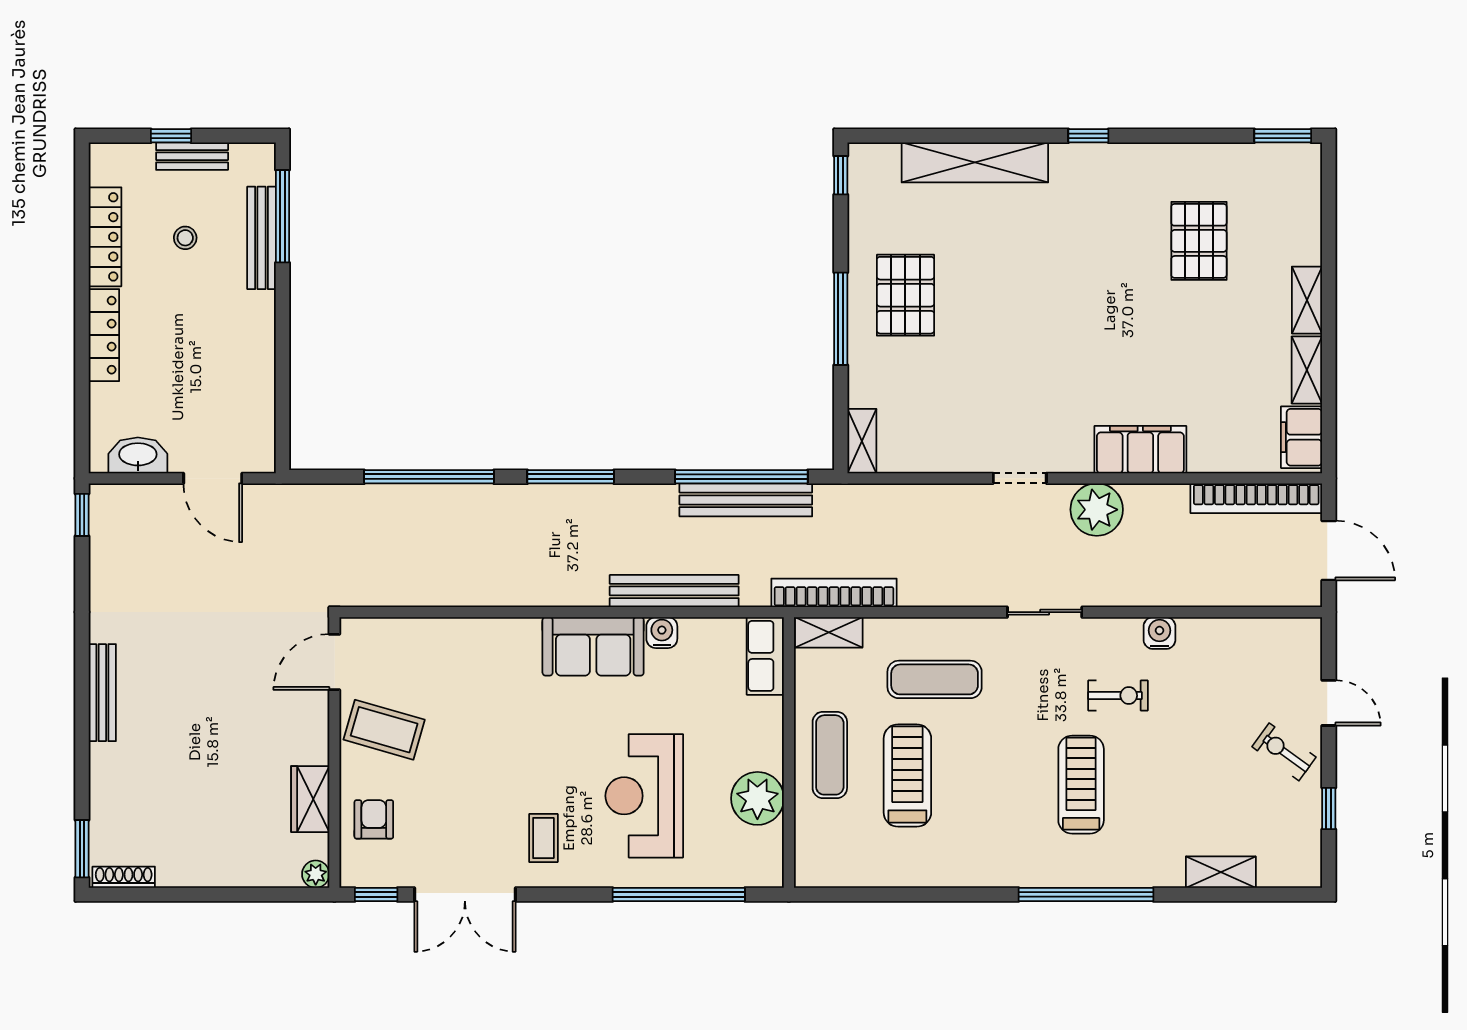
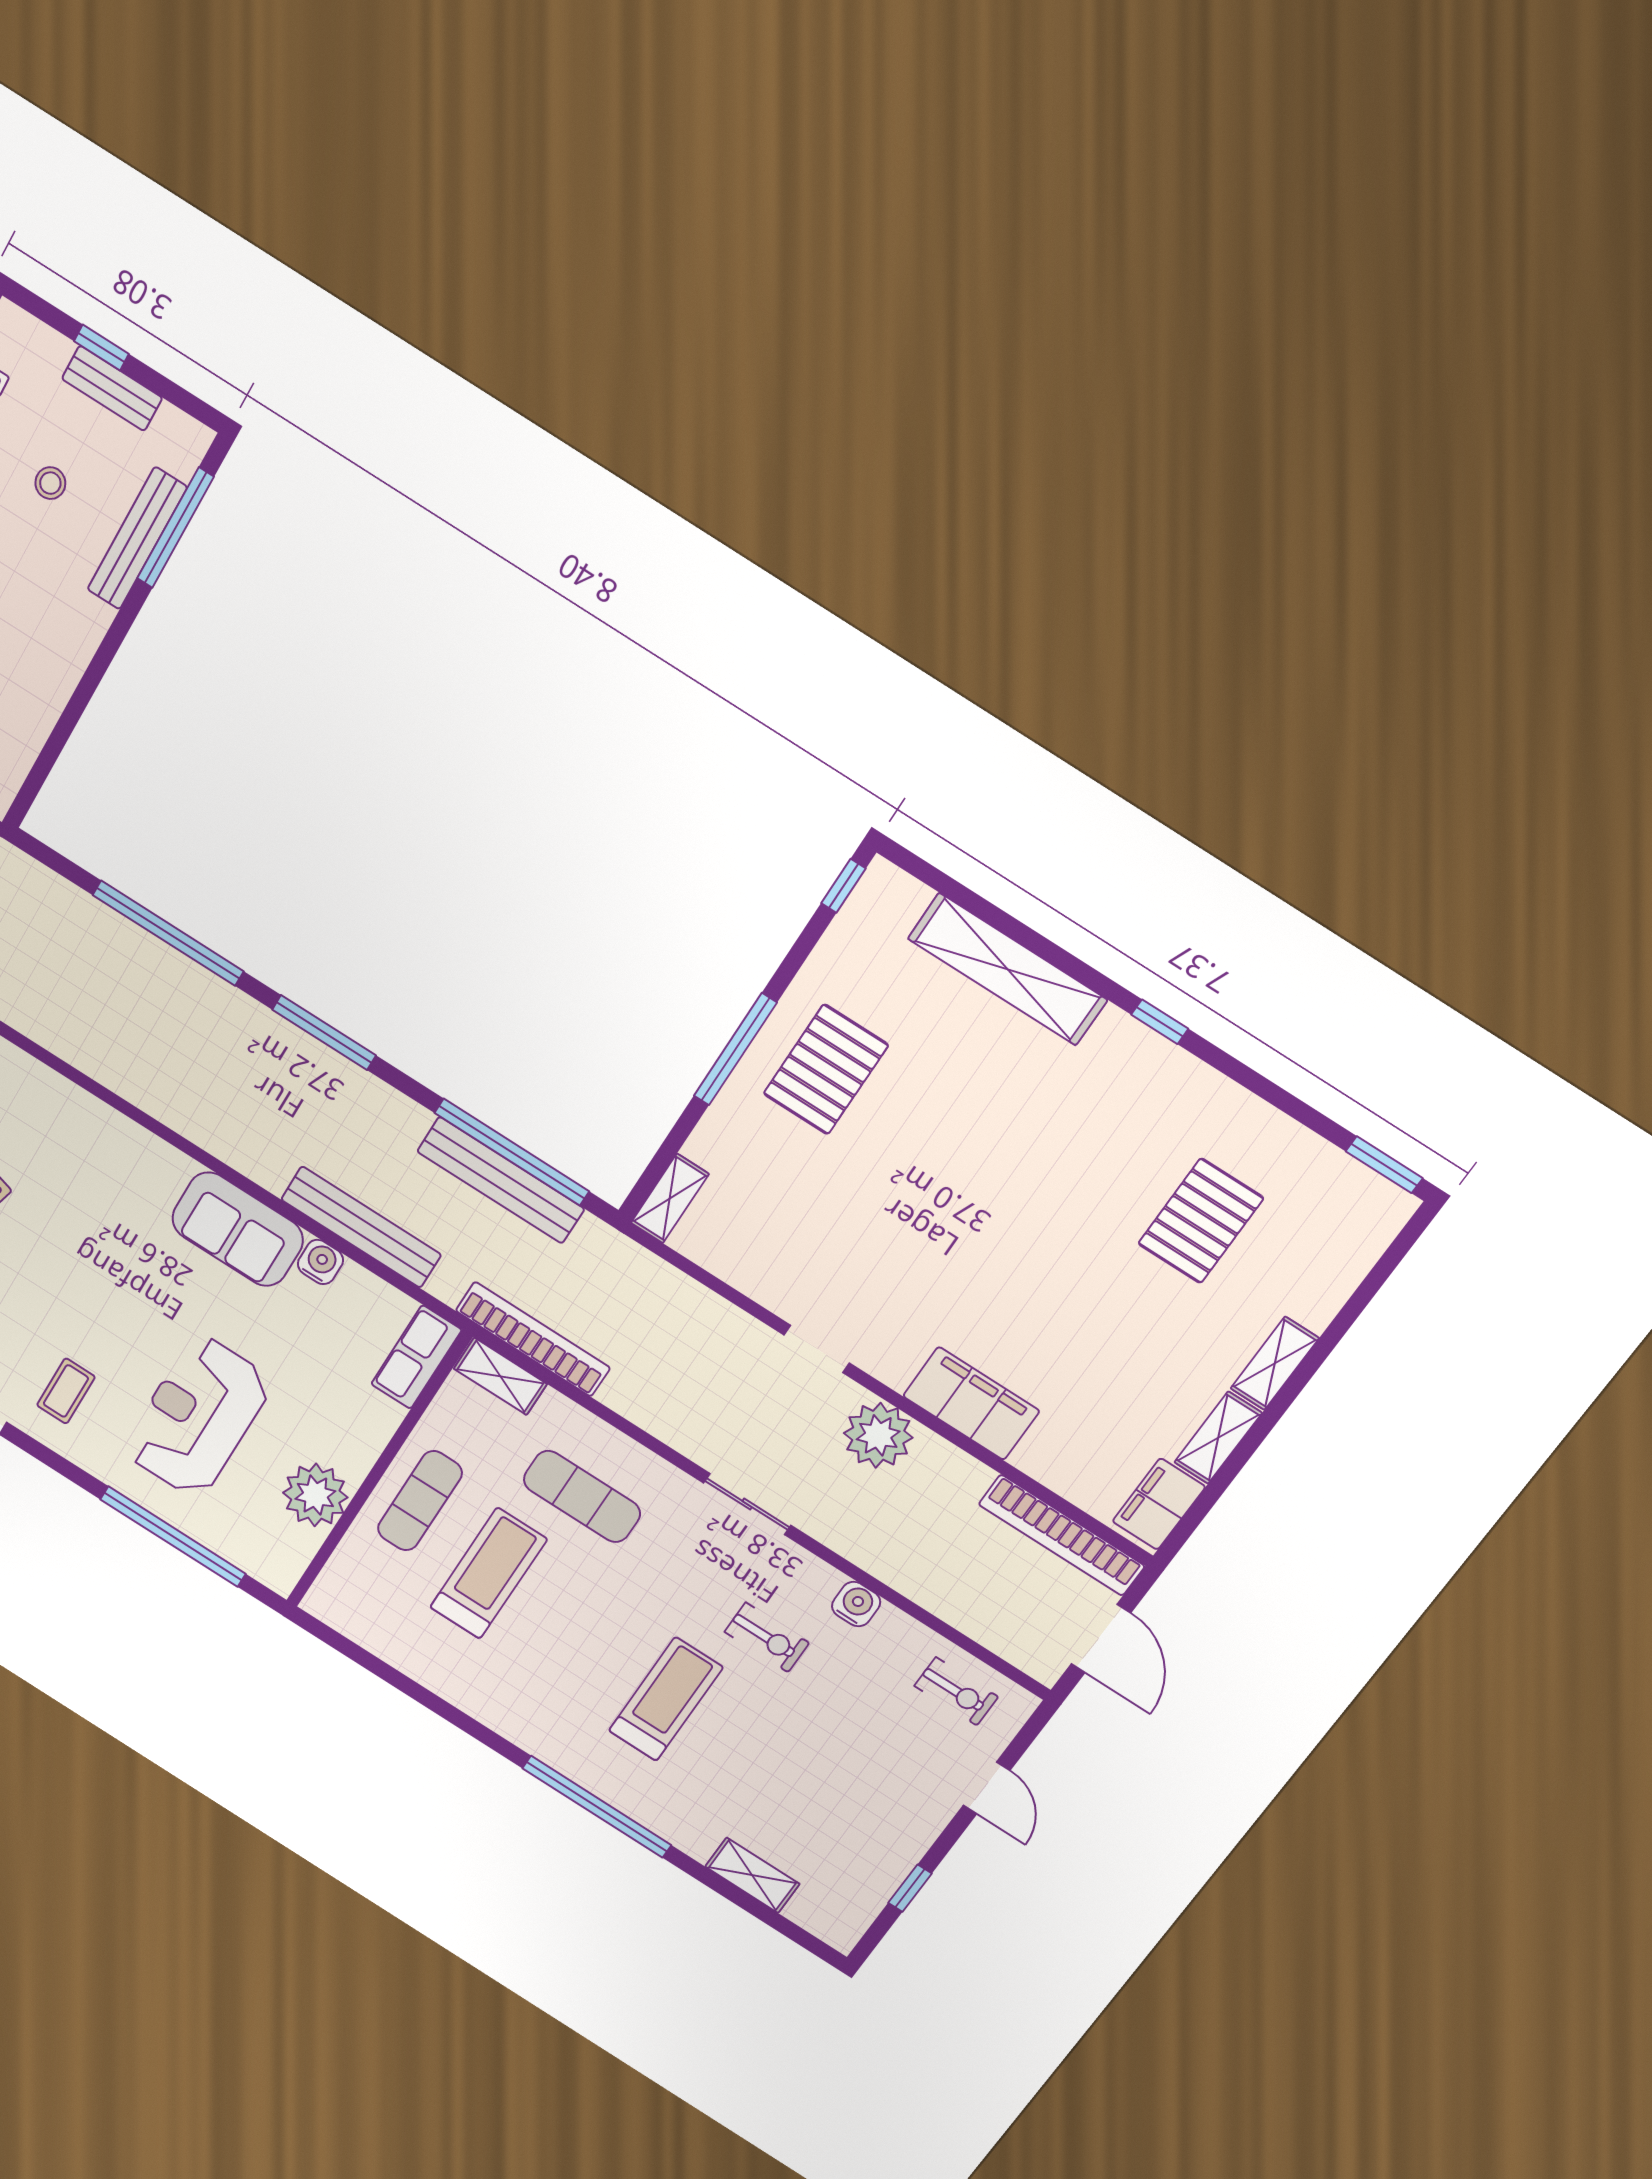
exercise bike: (1284, 752) -> (956, 1691), moved, turned 144

